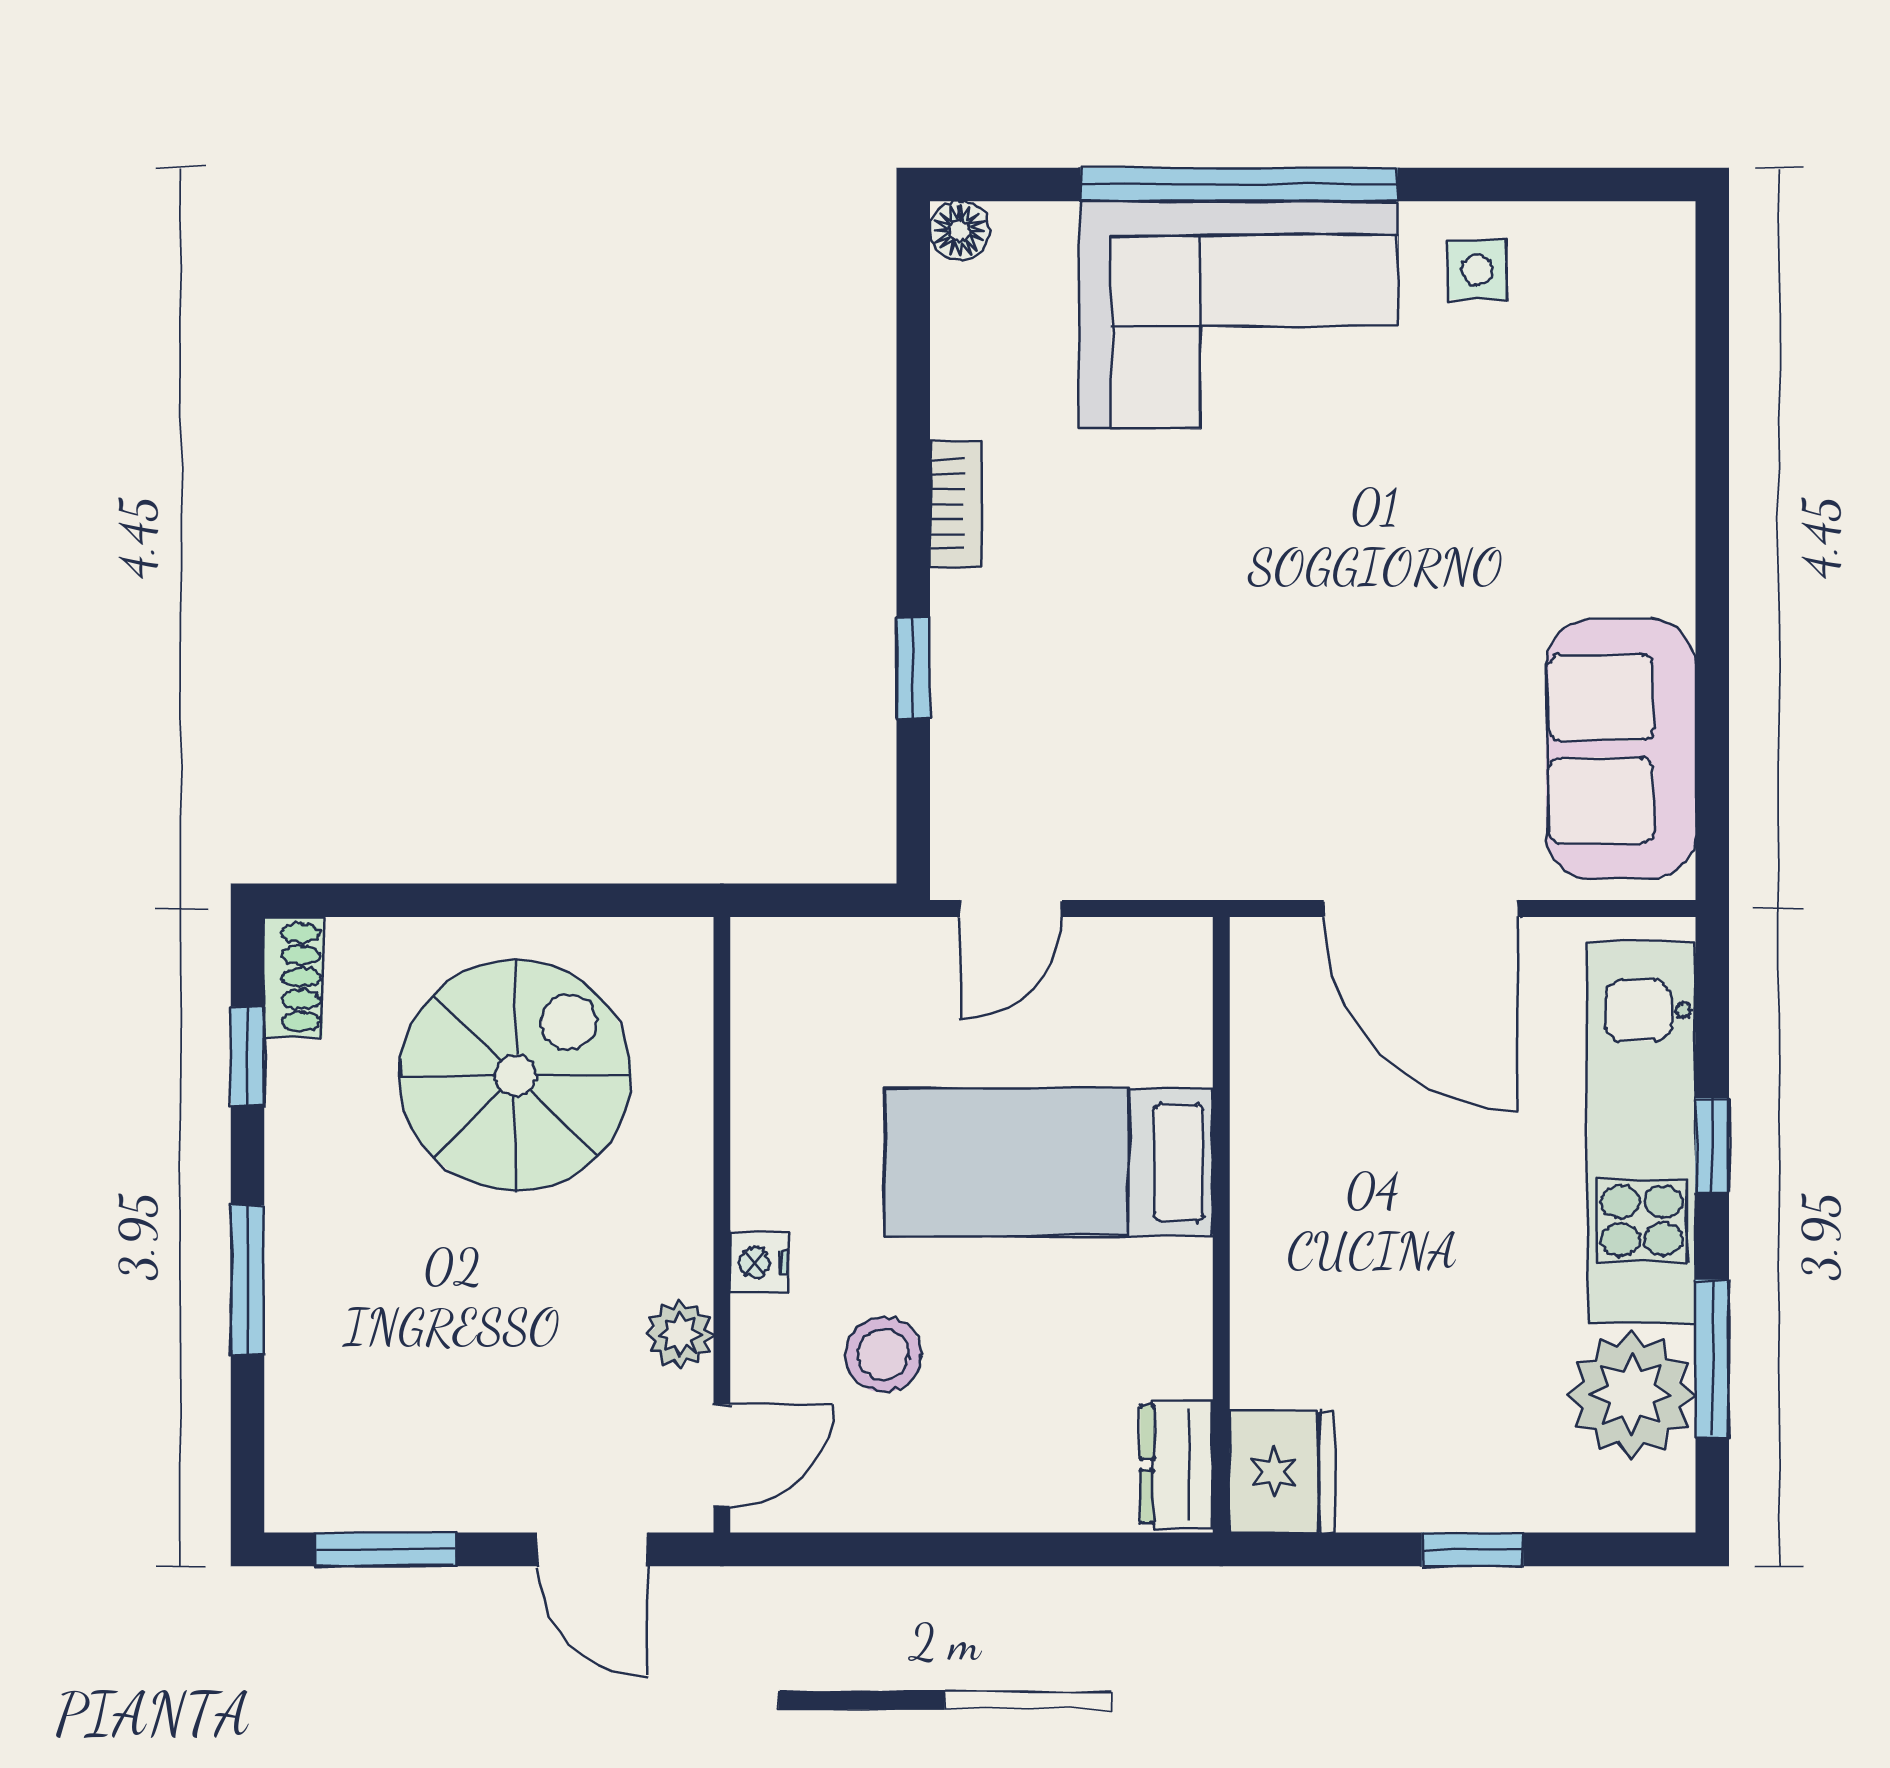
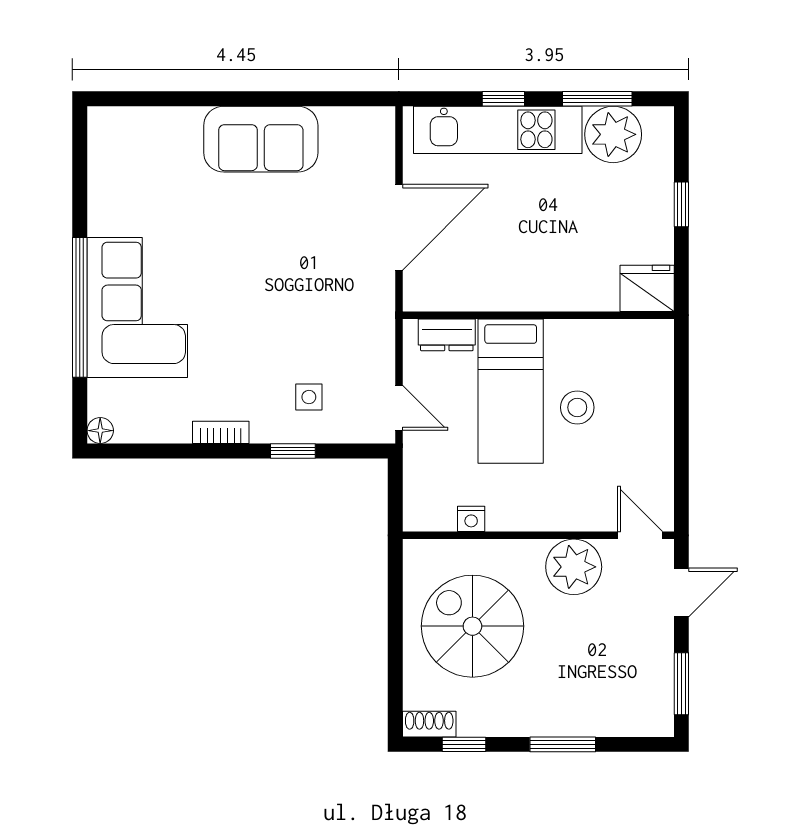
side table: (1477, 270) -> (309, 397), moved
sofa: (1621, 749) -> (261, 139), moved
nightstand: (759, 1263) -> (471, 519), moved
plant: (680, 1334) -> (574, 567), width x1.88, depth x1.88
stool: (883, 1355) -> (577, 407), moved
dresser: (1177, 1464) -> (447, 335), moved

